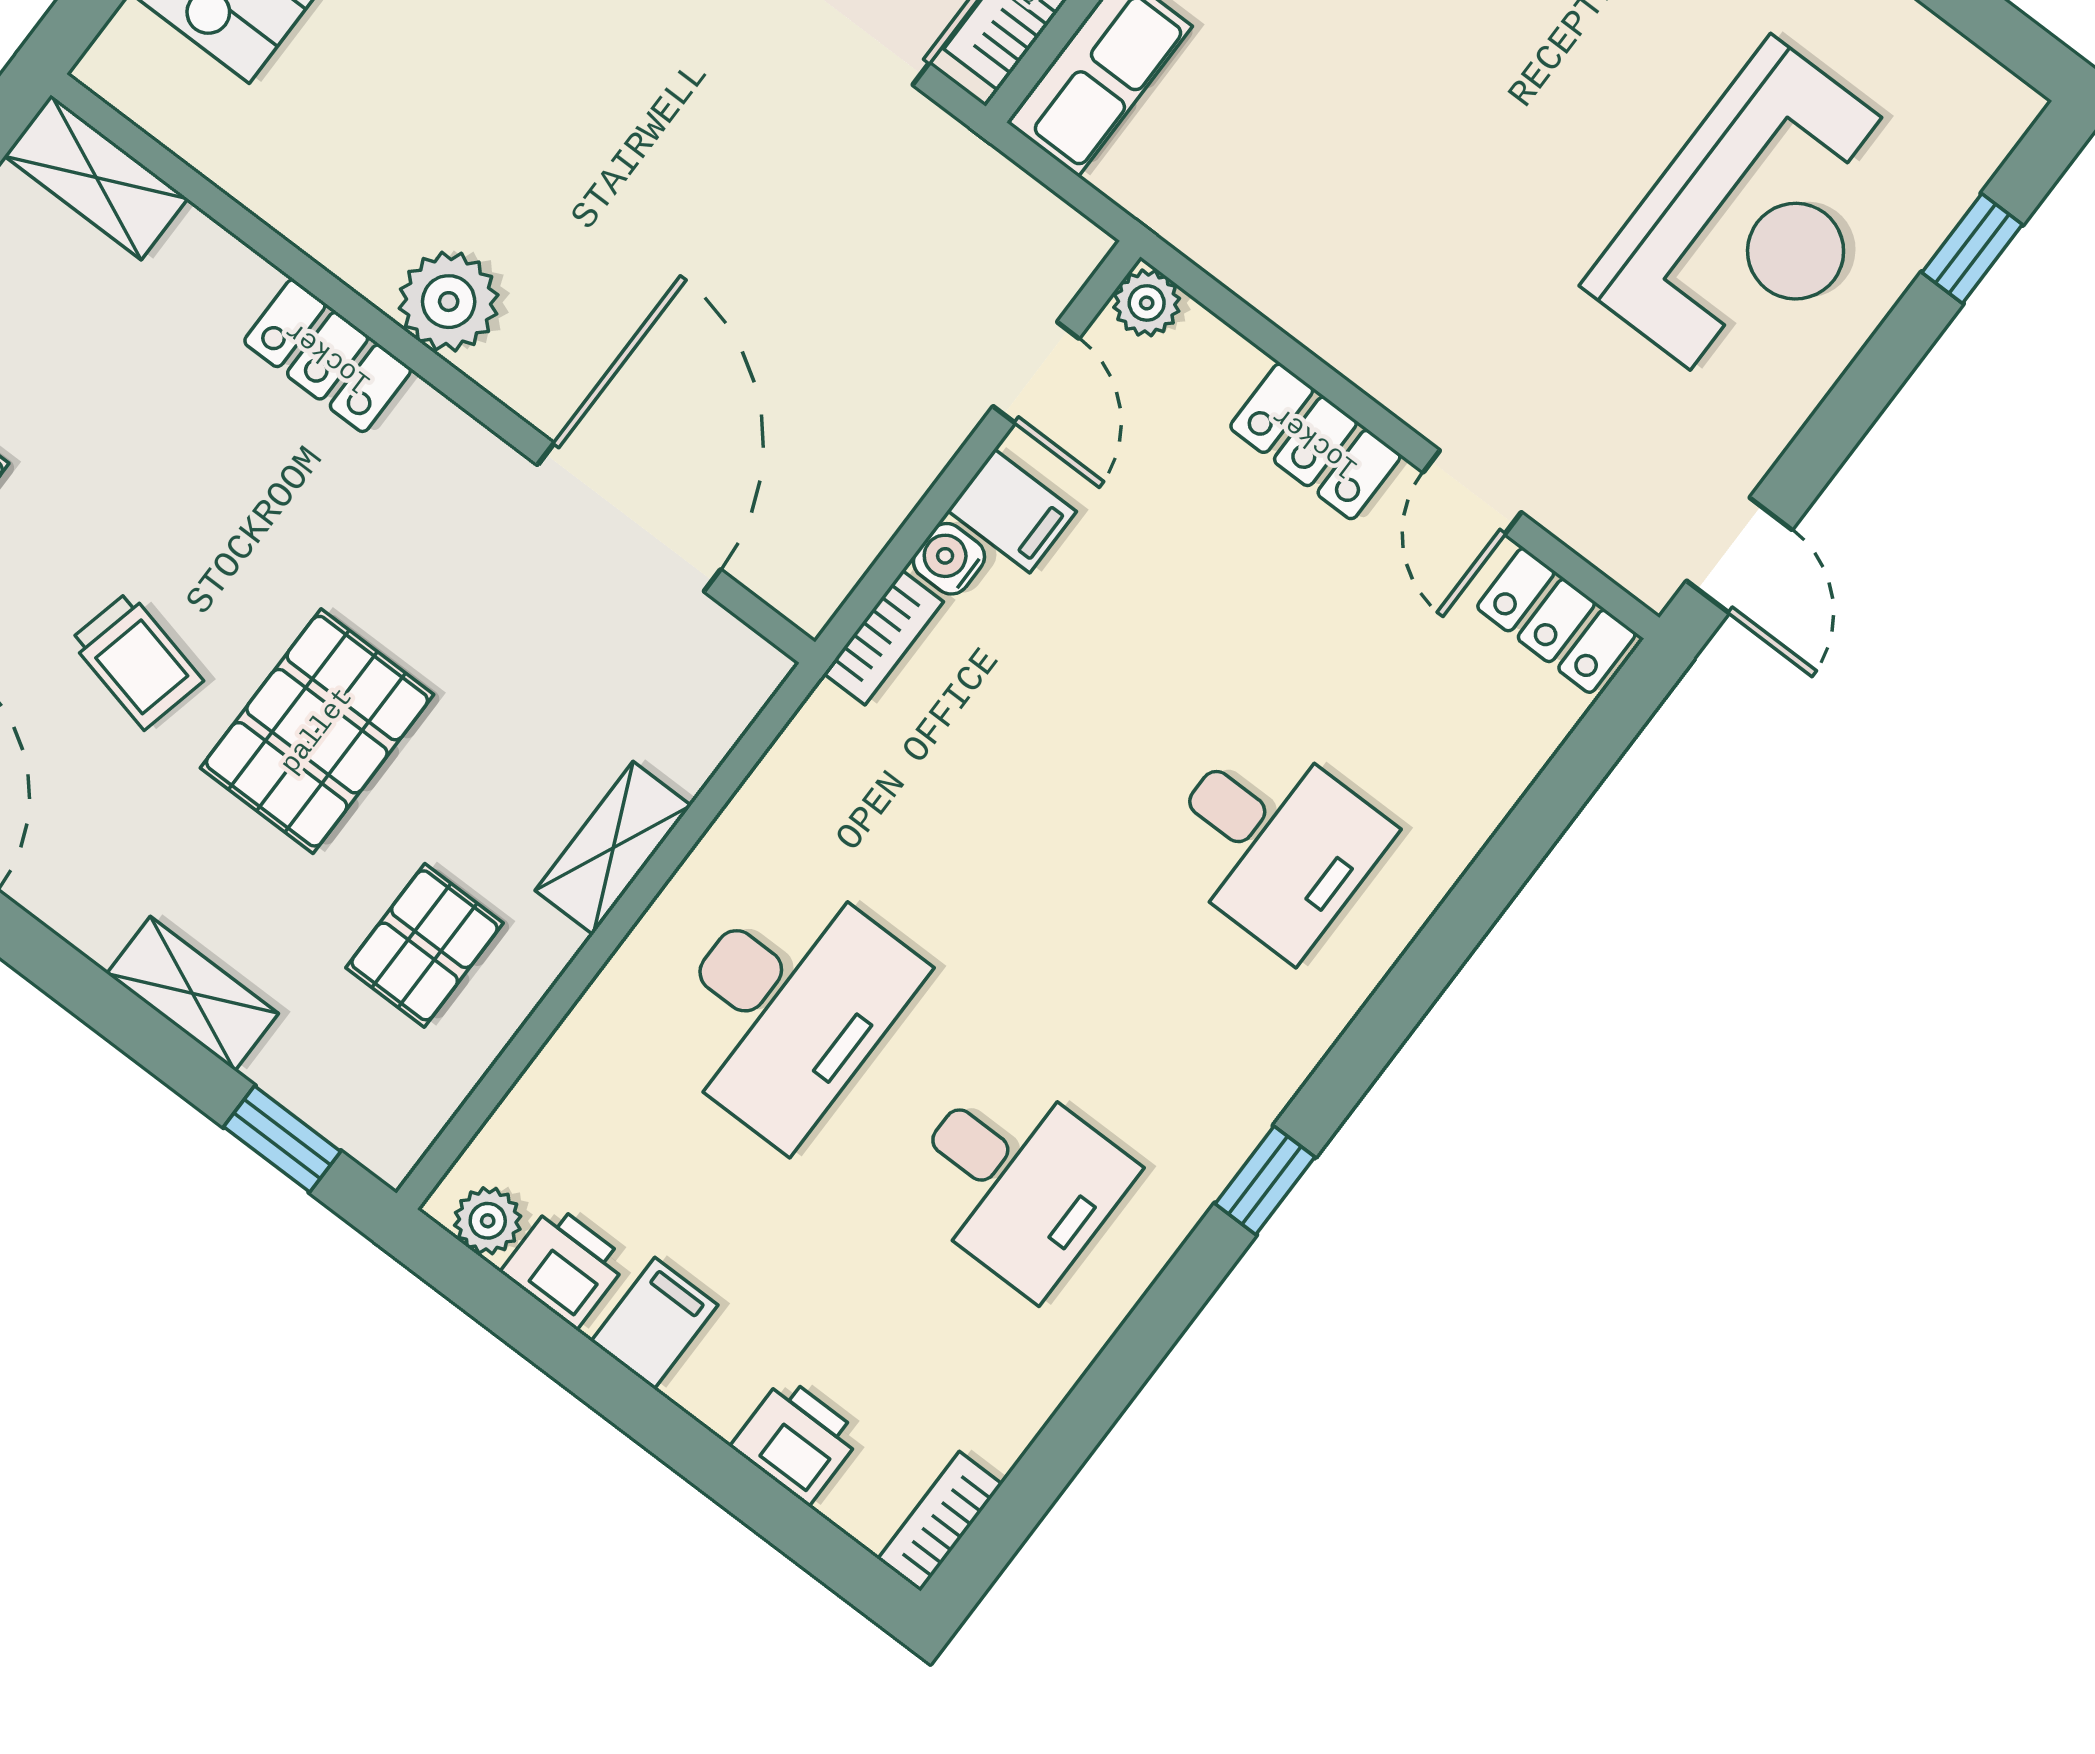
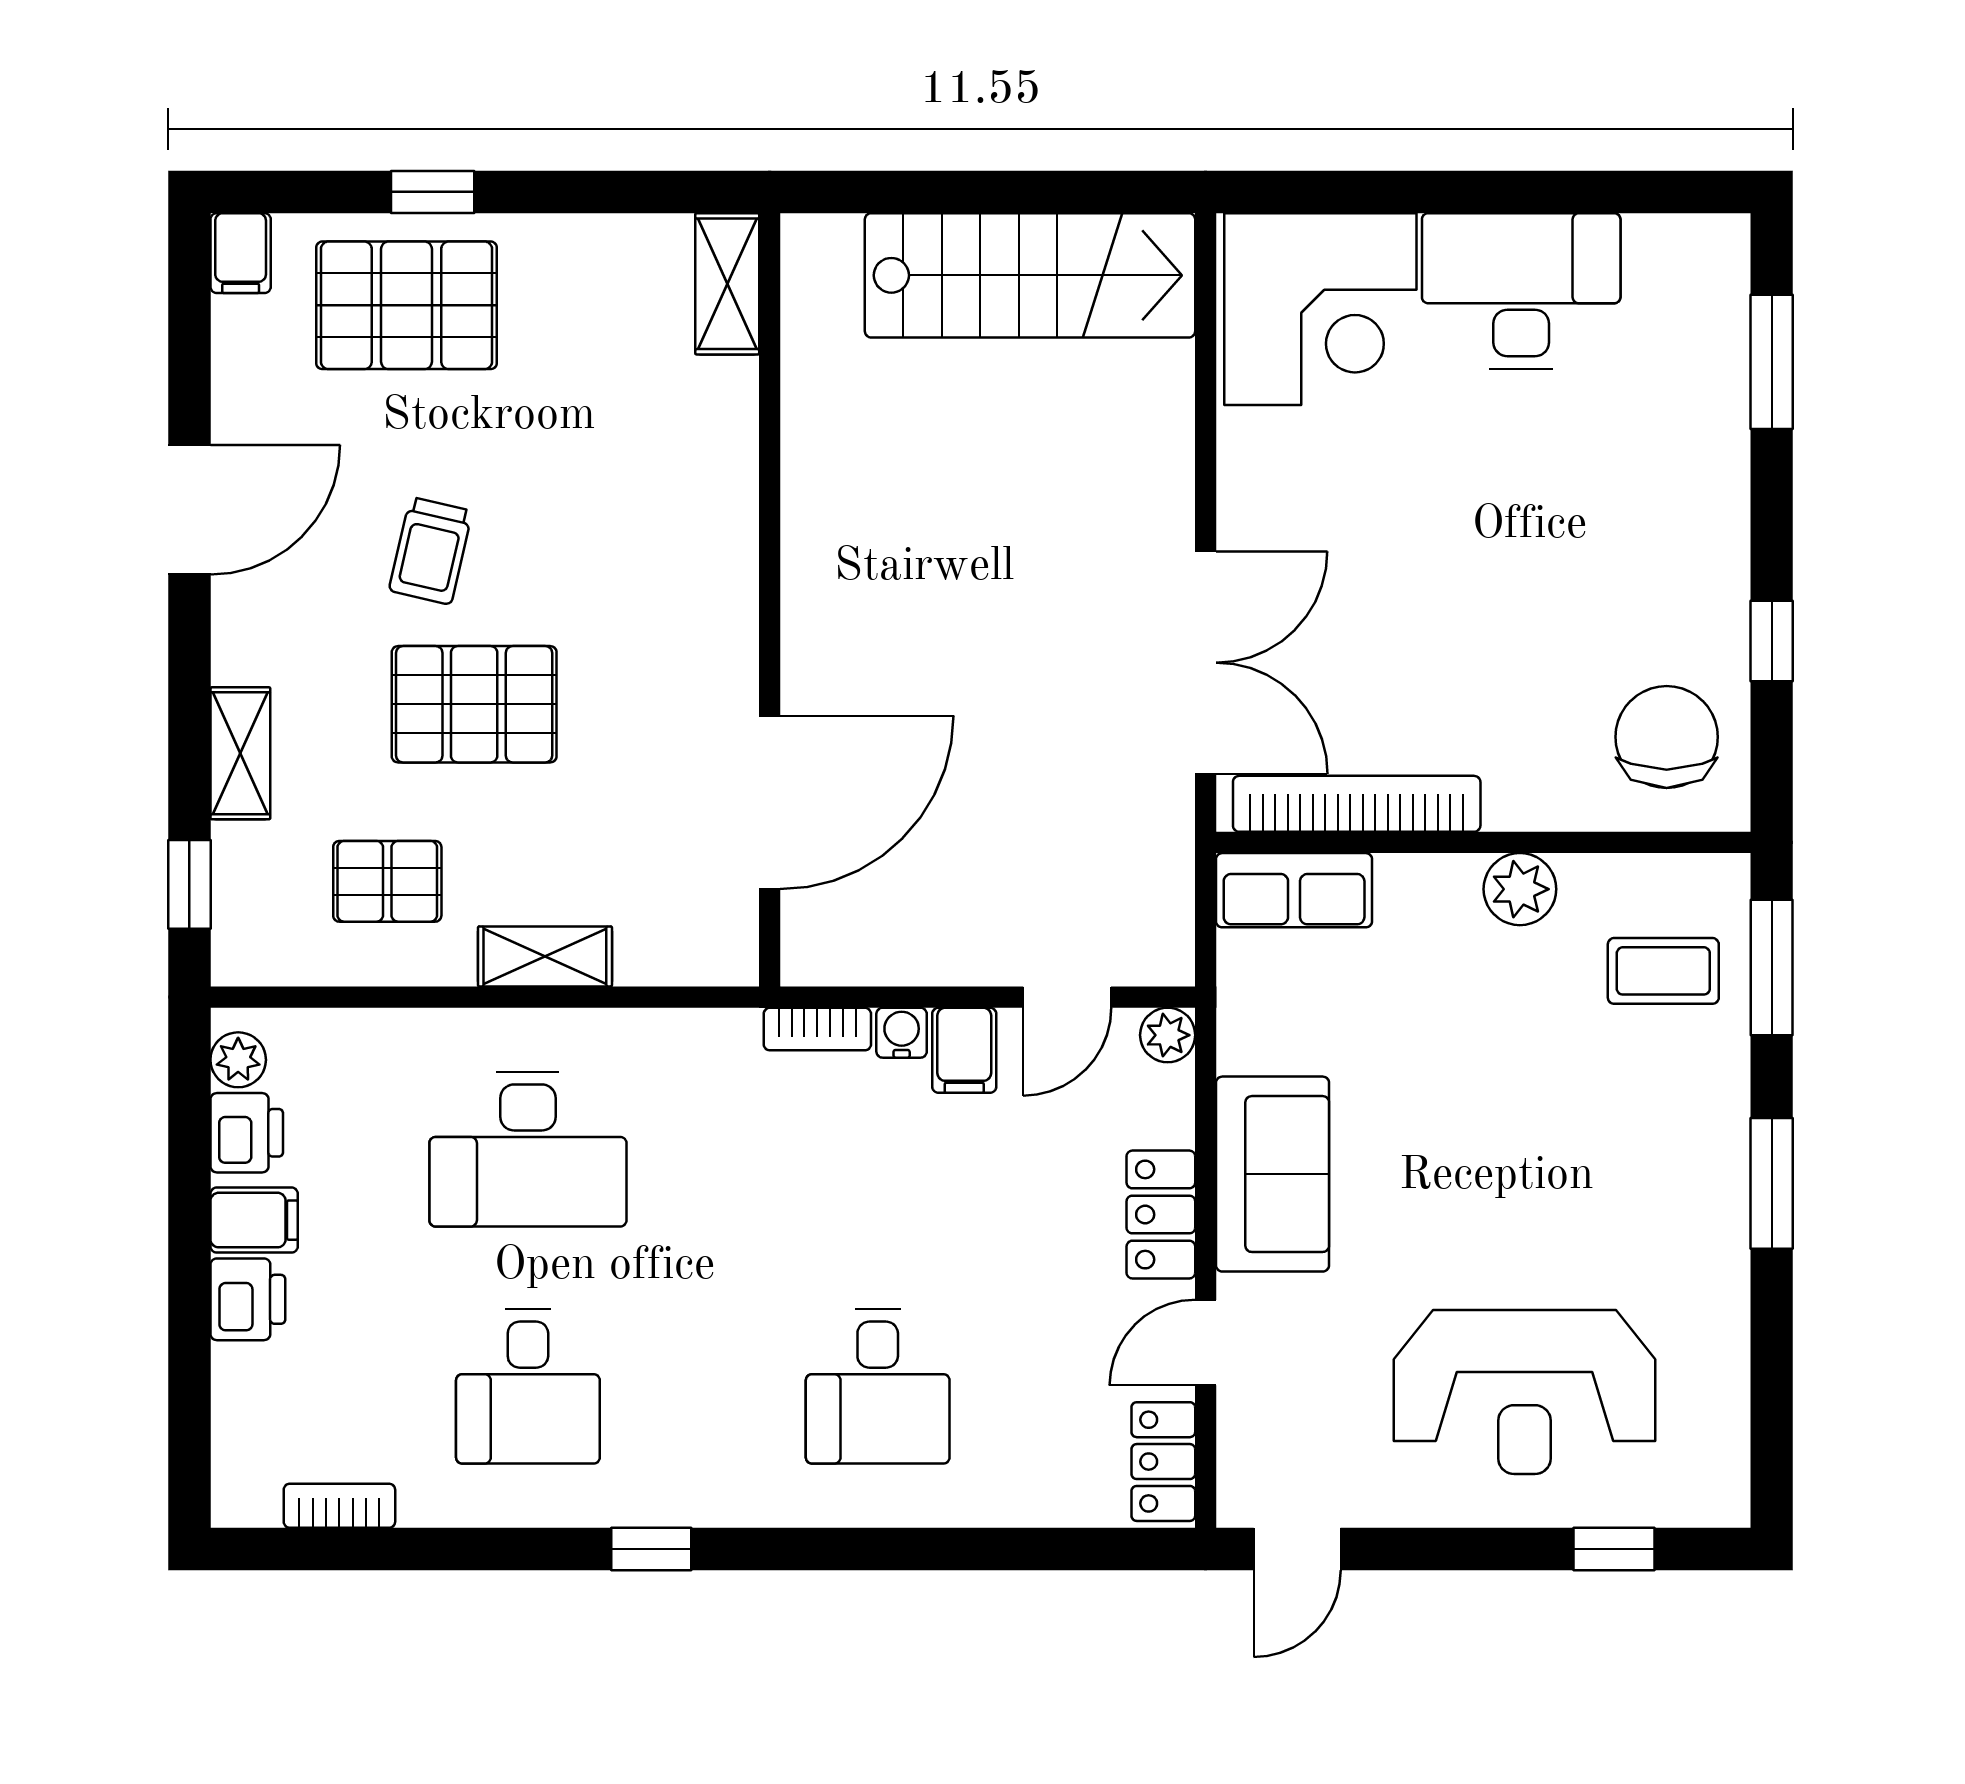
plant: (449, 302) -> (821, 577), removed
sofa: (1358, 304) -> (1273, 1174), added
locker: (328, 356) -> (726, 524), removed
printer: (796, 1440) -> (248, 1299), moved
bookcase: (940, 1521) -> (339, 1506), moved

